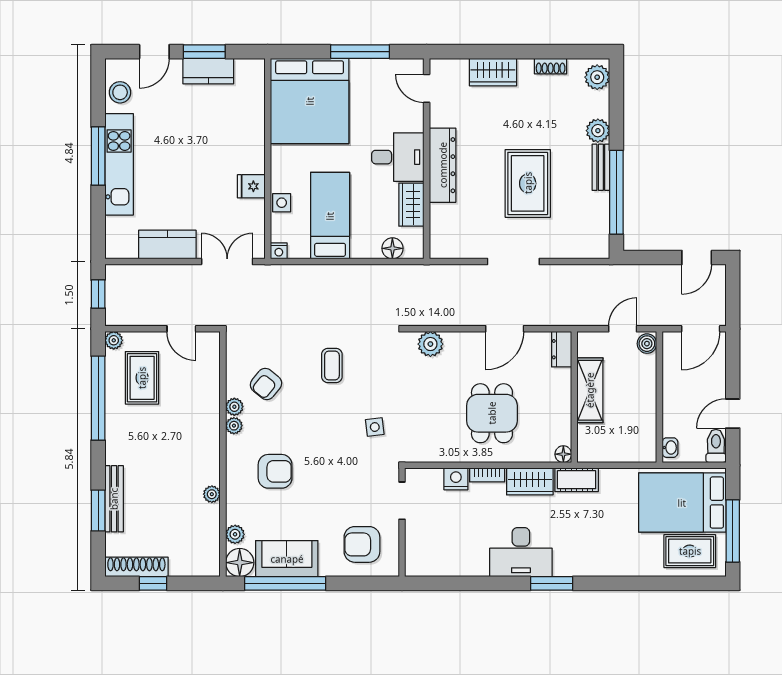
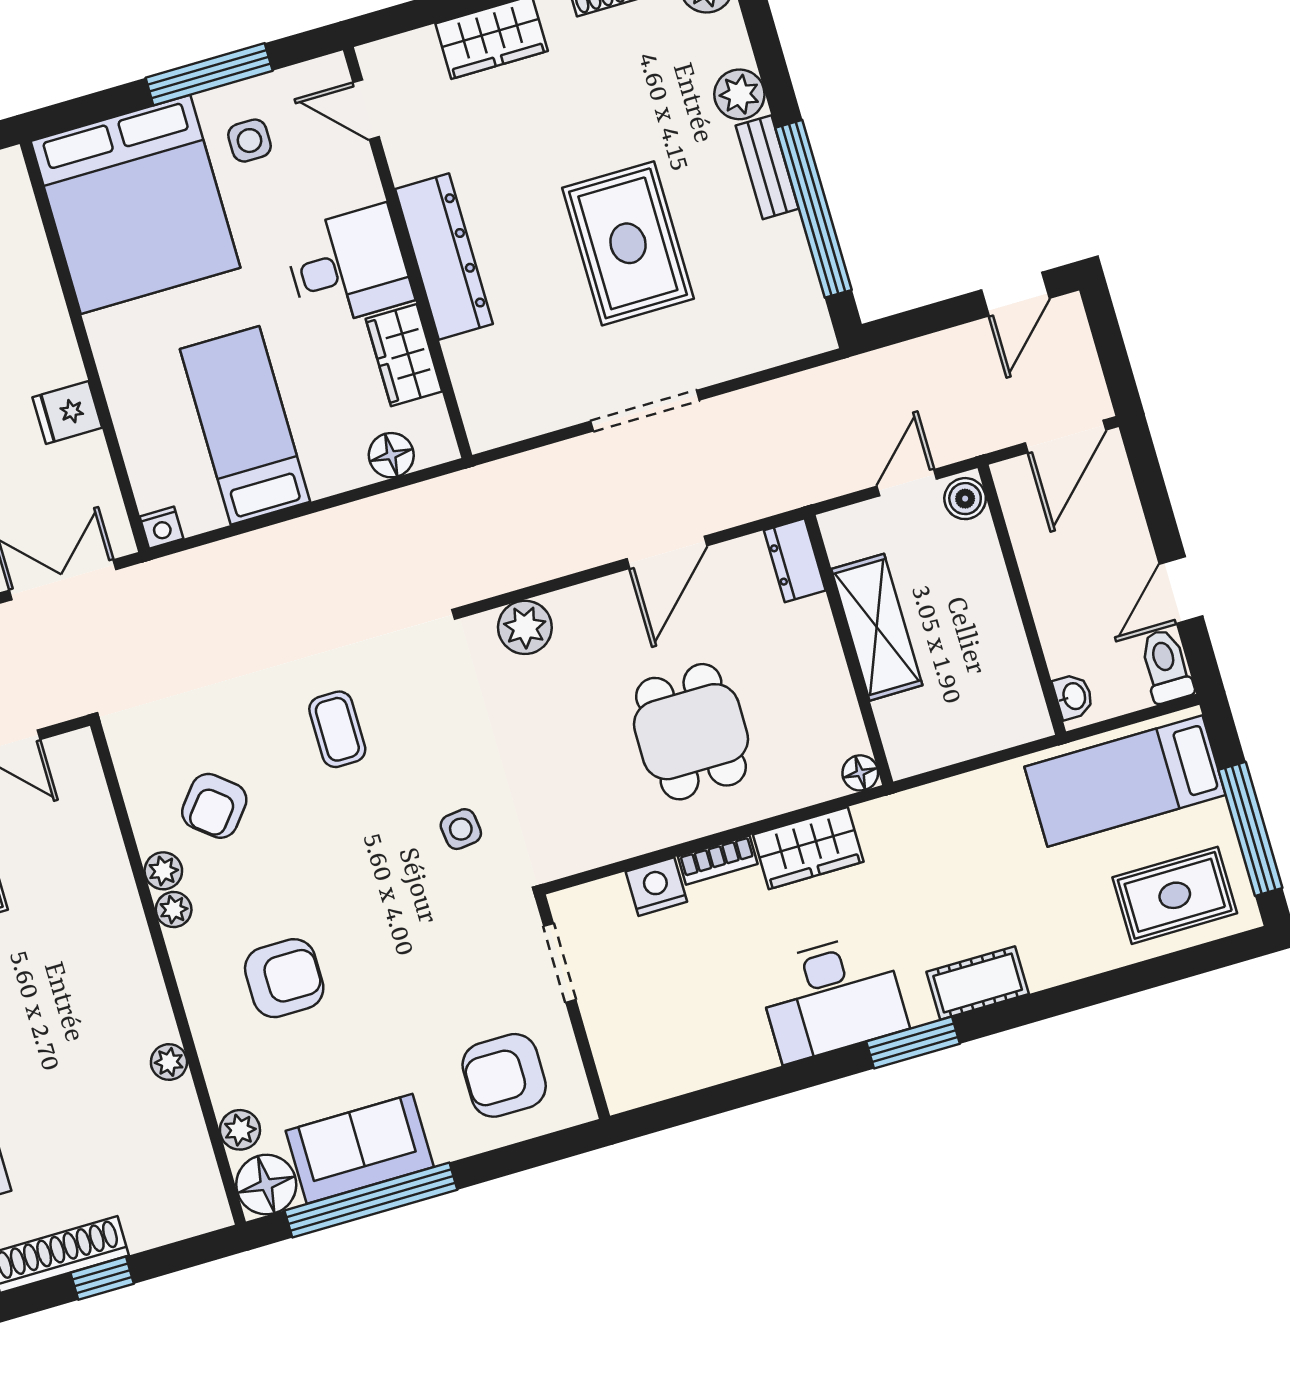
side table: (282, 203) -> (249, 141), moved
cot: (577, 480) -> (978, 983), moved
bed: (682, 503) -> (1125, 781), width x0.67

